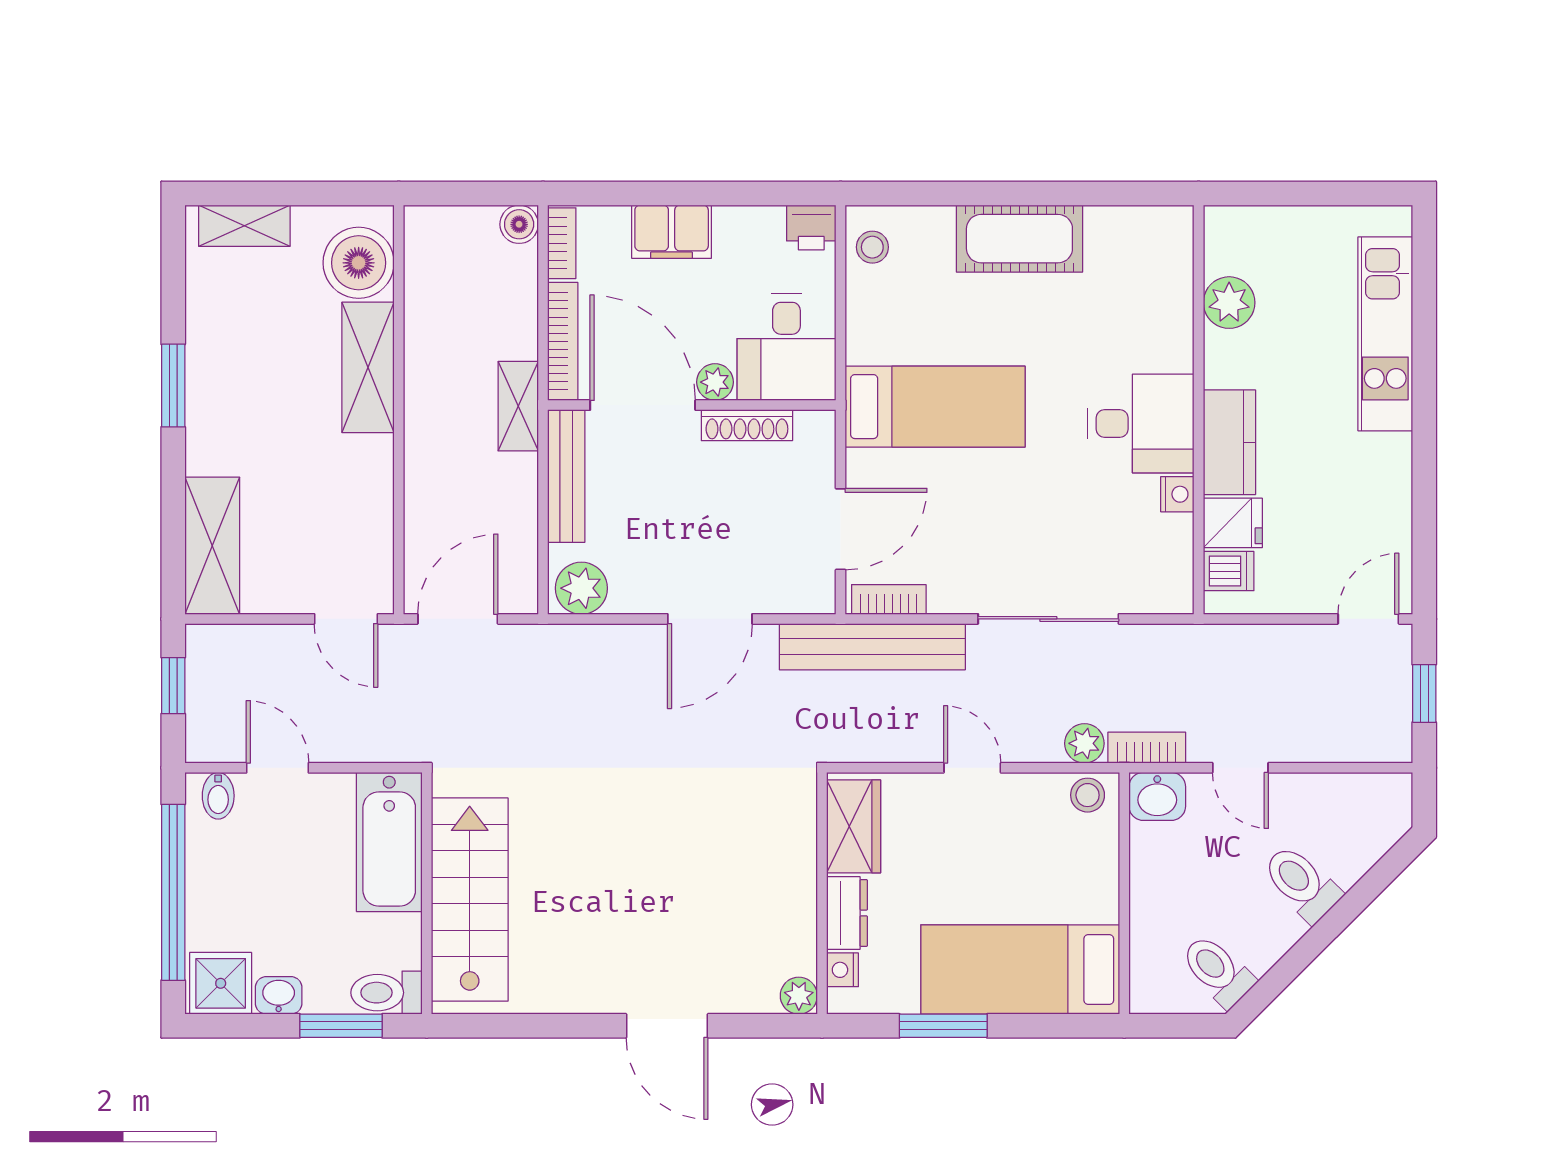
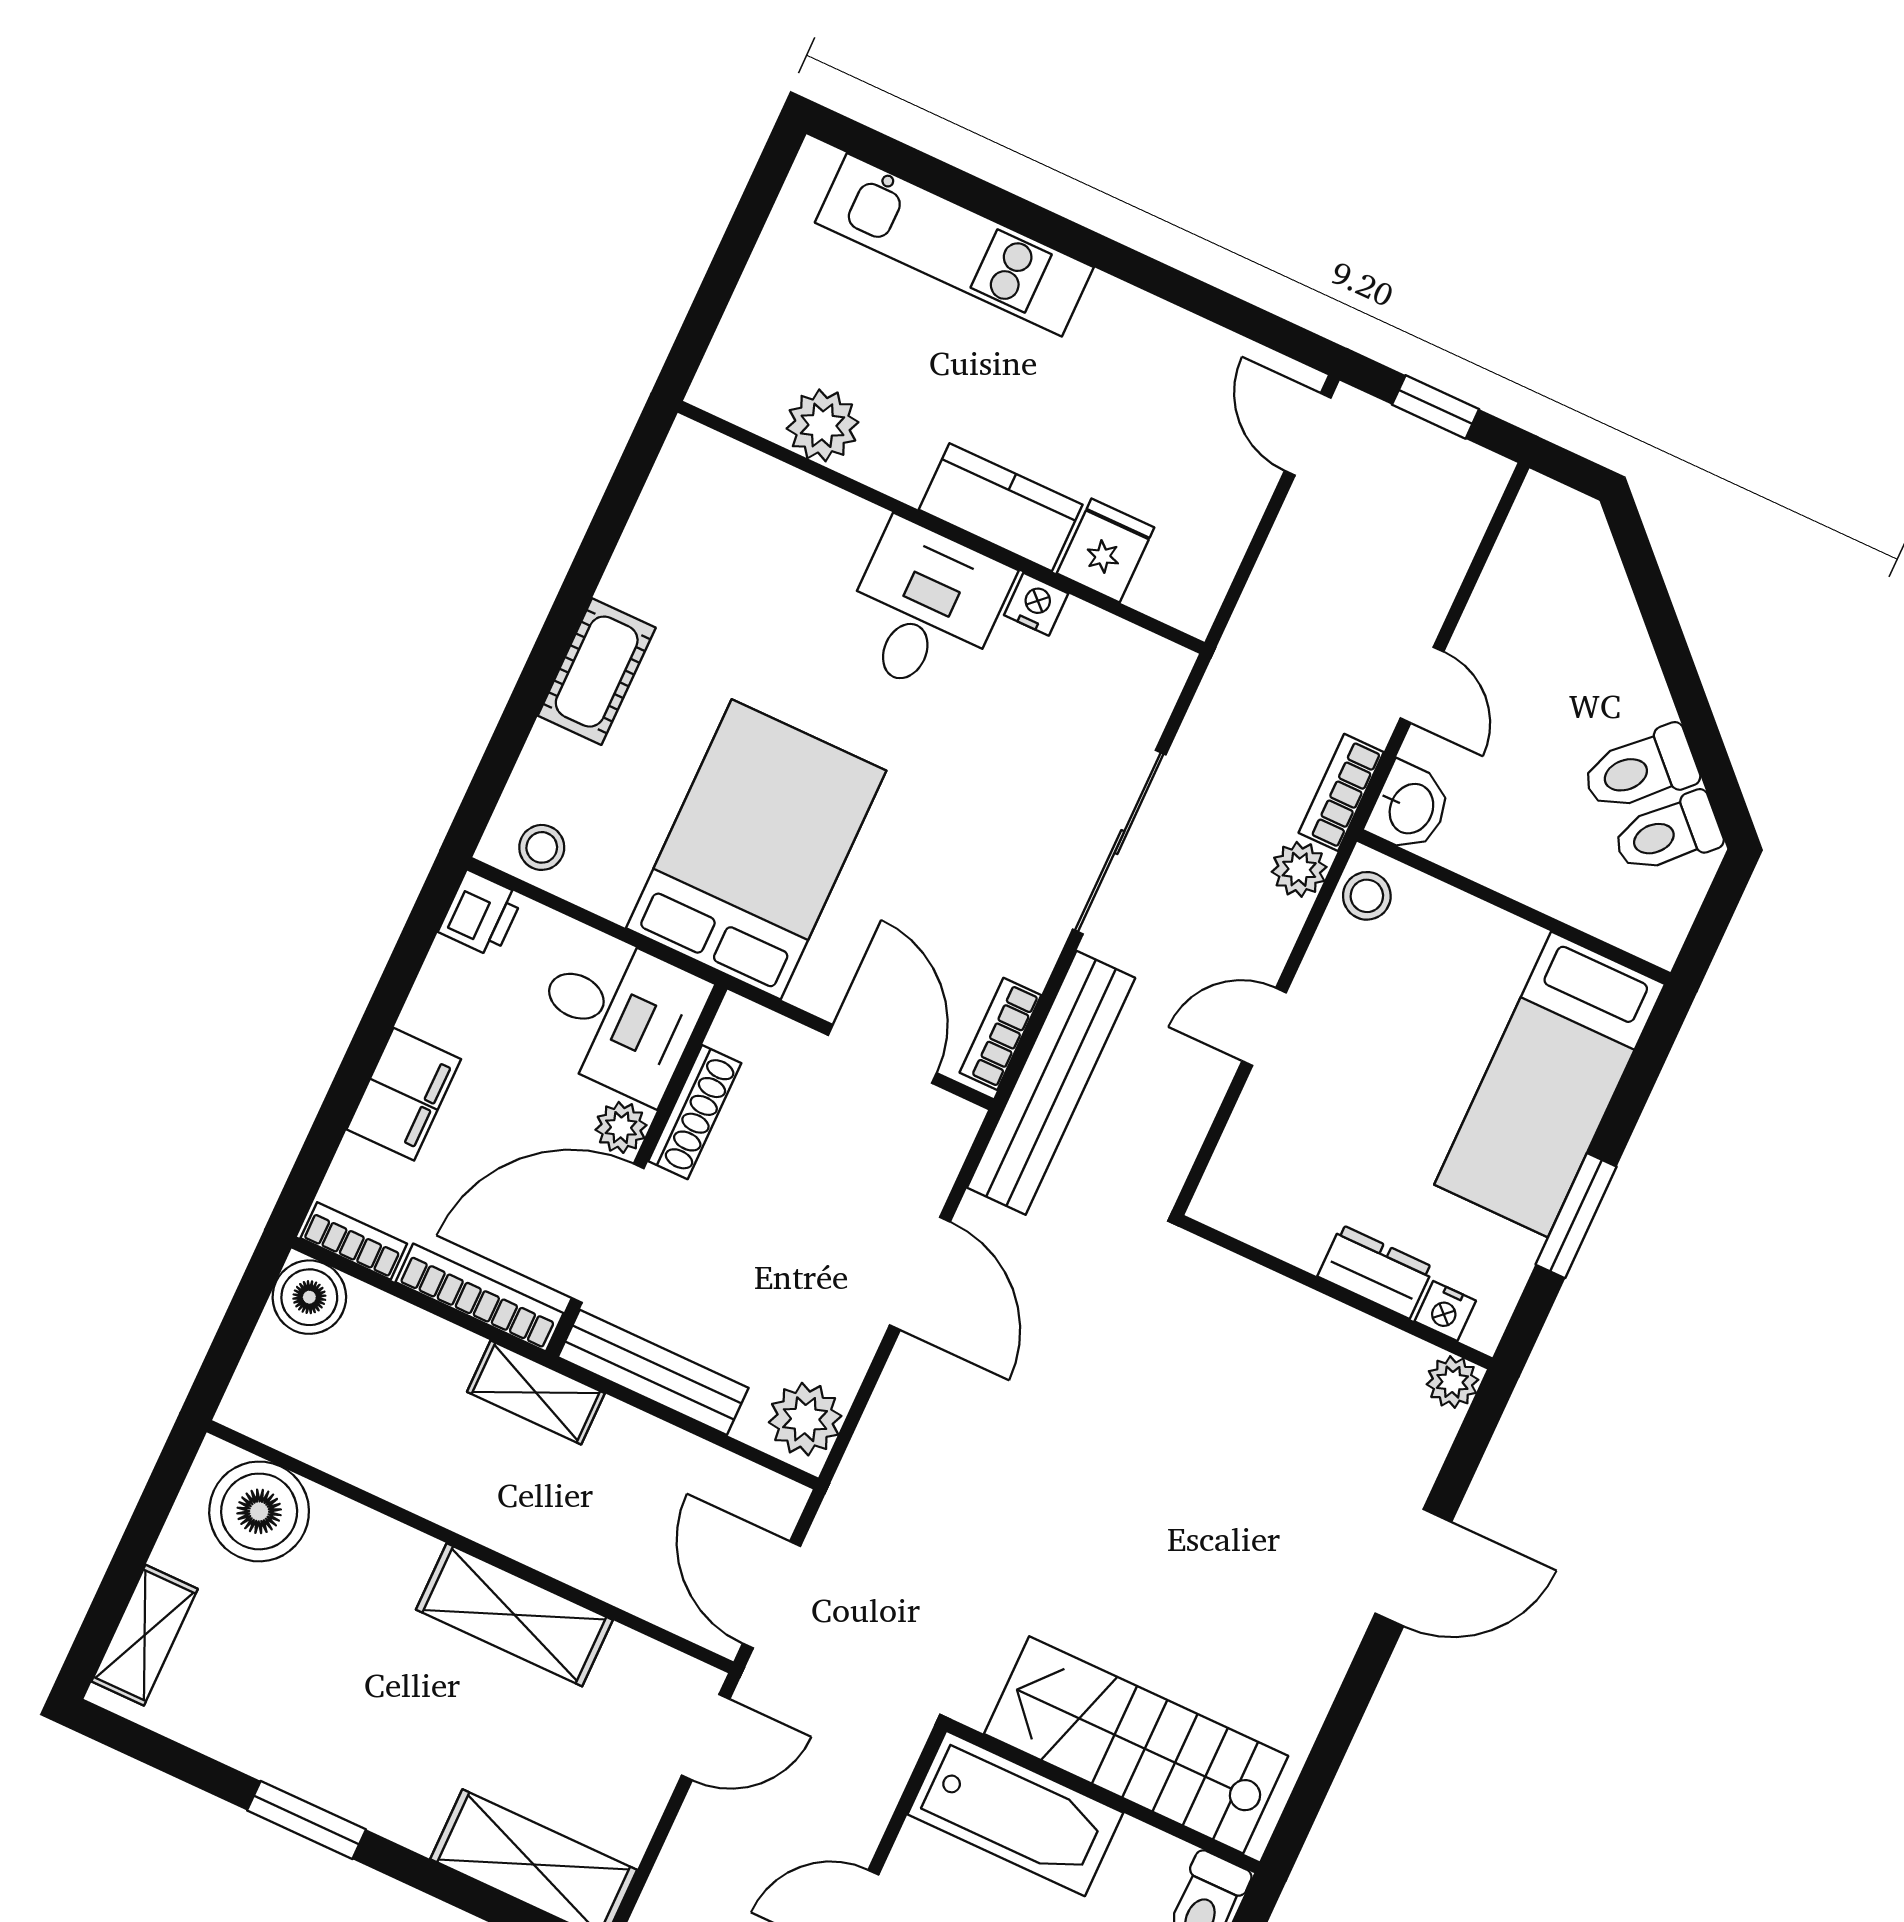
boiler: (519, 224) -> (309, 1297), width x1.36, depth x1.36
cot: (1019, 239) -> (597, 672), width x0.73, depth x0.75
shelving: (368, 367) -> (514, 1615), moved
bed: (935, 407) -> (756, 849), width x1.50
dishwasher: (1229, 571) -> (1164, 584), removed
door: (1240, 768) -> (1422, 685), hinge flipped
wardrobe: (854, 826) -> (1269, 1212), removed
toilet: (1302, 883) -> (1640, 770), moved

